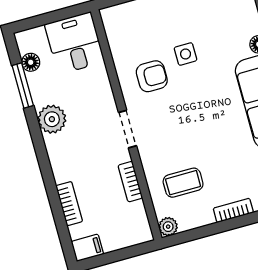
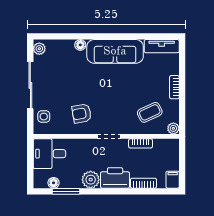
side table: (186, 54) -> (44, 117), moved
armchair: (152, 76) -> (82, 113), turned -100
printer: (65, 157) -> (115, 178), added
coffee table: (183, 183) -> (150, 112), turned 65

